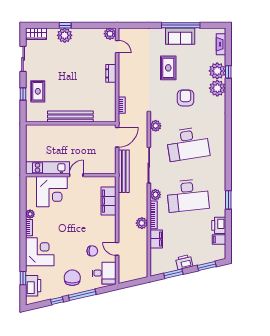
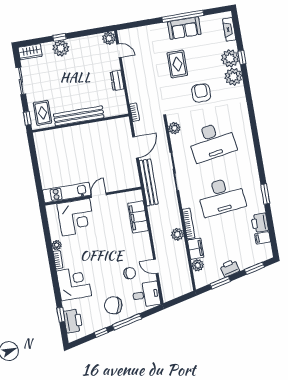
bench: (70, 117) -> (79, 116), moved
wall: (71, 123) -> (80, 123), moved
plant: (155, 195) -> (198, 265), moved
chair: (72, 278) -> (113, 305), turned -77

